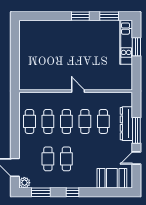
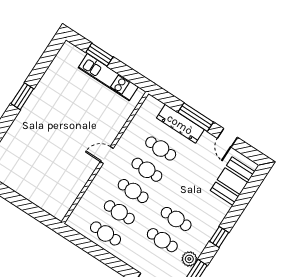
window: (109, 16) -> (44, 63), removed
kitchen unit: (126, 42) -> (108, 77), moved
plant: (47, 183) -> (189, 259), added

